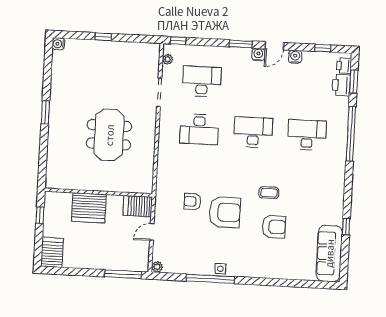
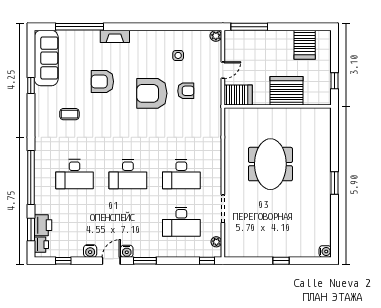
desk: (199, 129) -> (181, 174), turned 180
coffee table: (269, 193) -> (69, 114), moved
armchair: (192, 201) -> (186, 91), moved
server rack: (52, 252) -> (305, 45), moved
side table: (220, 269) -> (178, 55), moved
fireplace: (259, 272) -> (115, 36), added
window: (210, 279) -> (79, 27), moved

